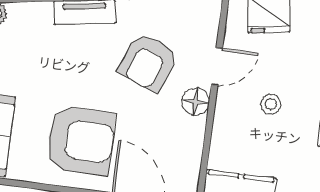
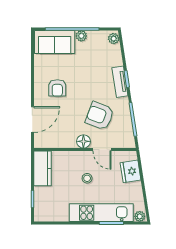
armchair: (80, 141) -> (57, 88), width x0.53, depth x0.53

